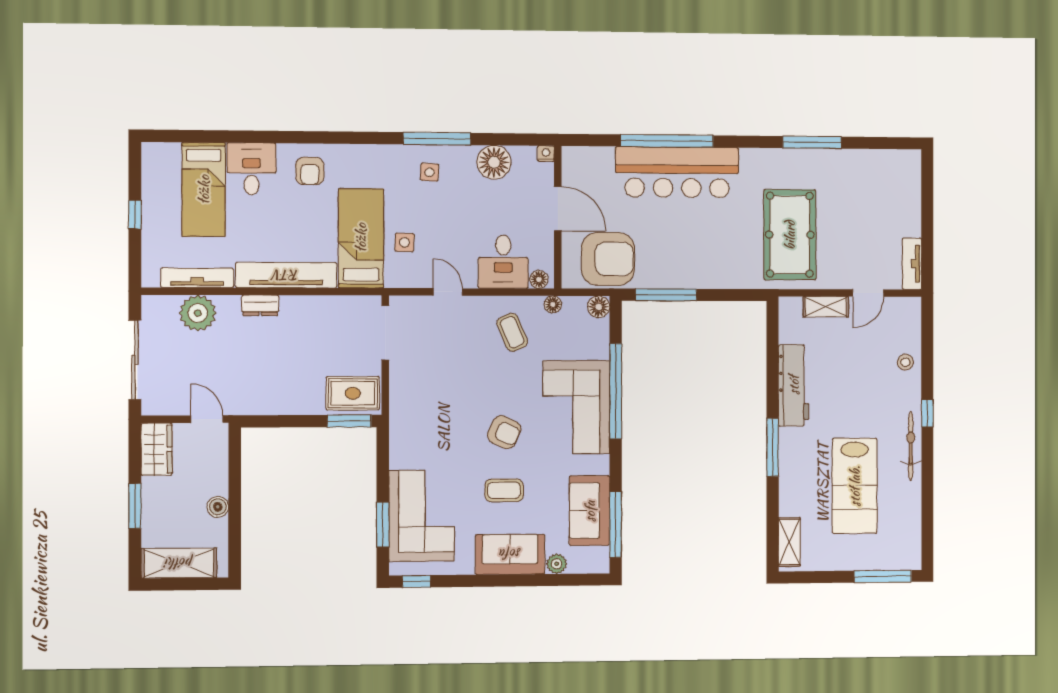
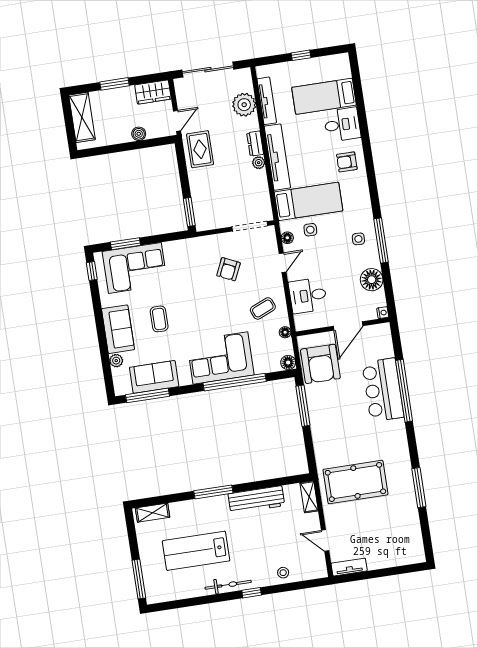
bar counter: (677, 172) -> (383, 390), width x0.73
floor lamp: (539, 279) -> (287, 238), moved
plant: (290, 305) -> (259, 163), added
shelving: (826, 307) -> (309, 497), moved
rug: (353, 393) -> (200, 149), moved
armchair: (504, 432) -> (228, 269), moved
boiler: (218, 507) -> (139, 134), moved

